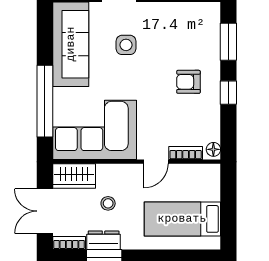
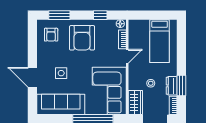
armchair: (194, 27) -> (51, 35), added
armchair: (188, 82) -> (82, 38), width x1.88, depth x1.88
window: (228, 93) -> (100, 15), moved
door: (156, 162) -> (127, 56), hinge flipped

